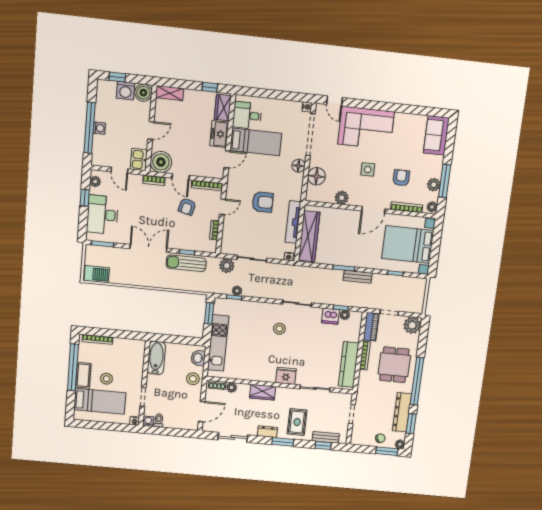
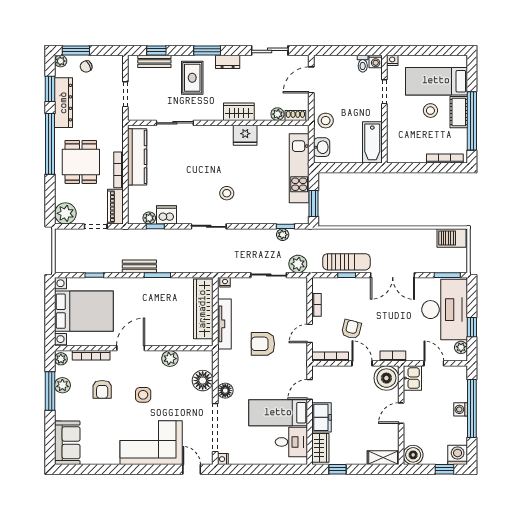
washing machine: (125, 91) -> (458, 455), moved
desk: (102, 215) -> (445, 310), width x1.36, depth x1.30
fridge: (286, 376) -> (245, 135), moved

